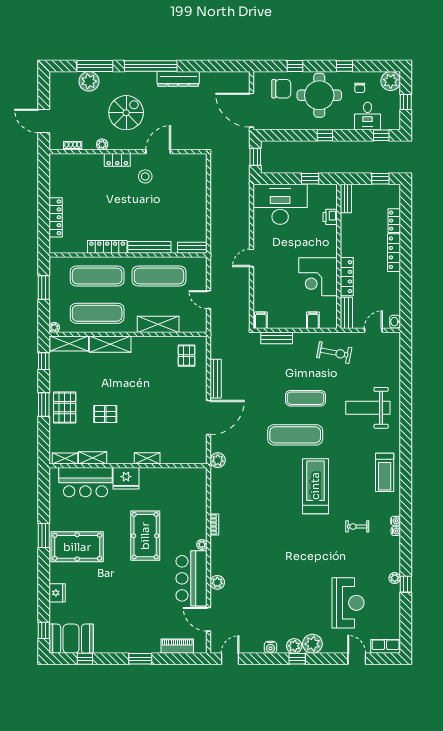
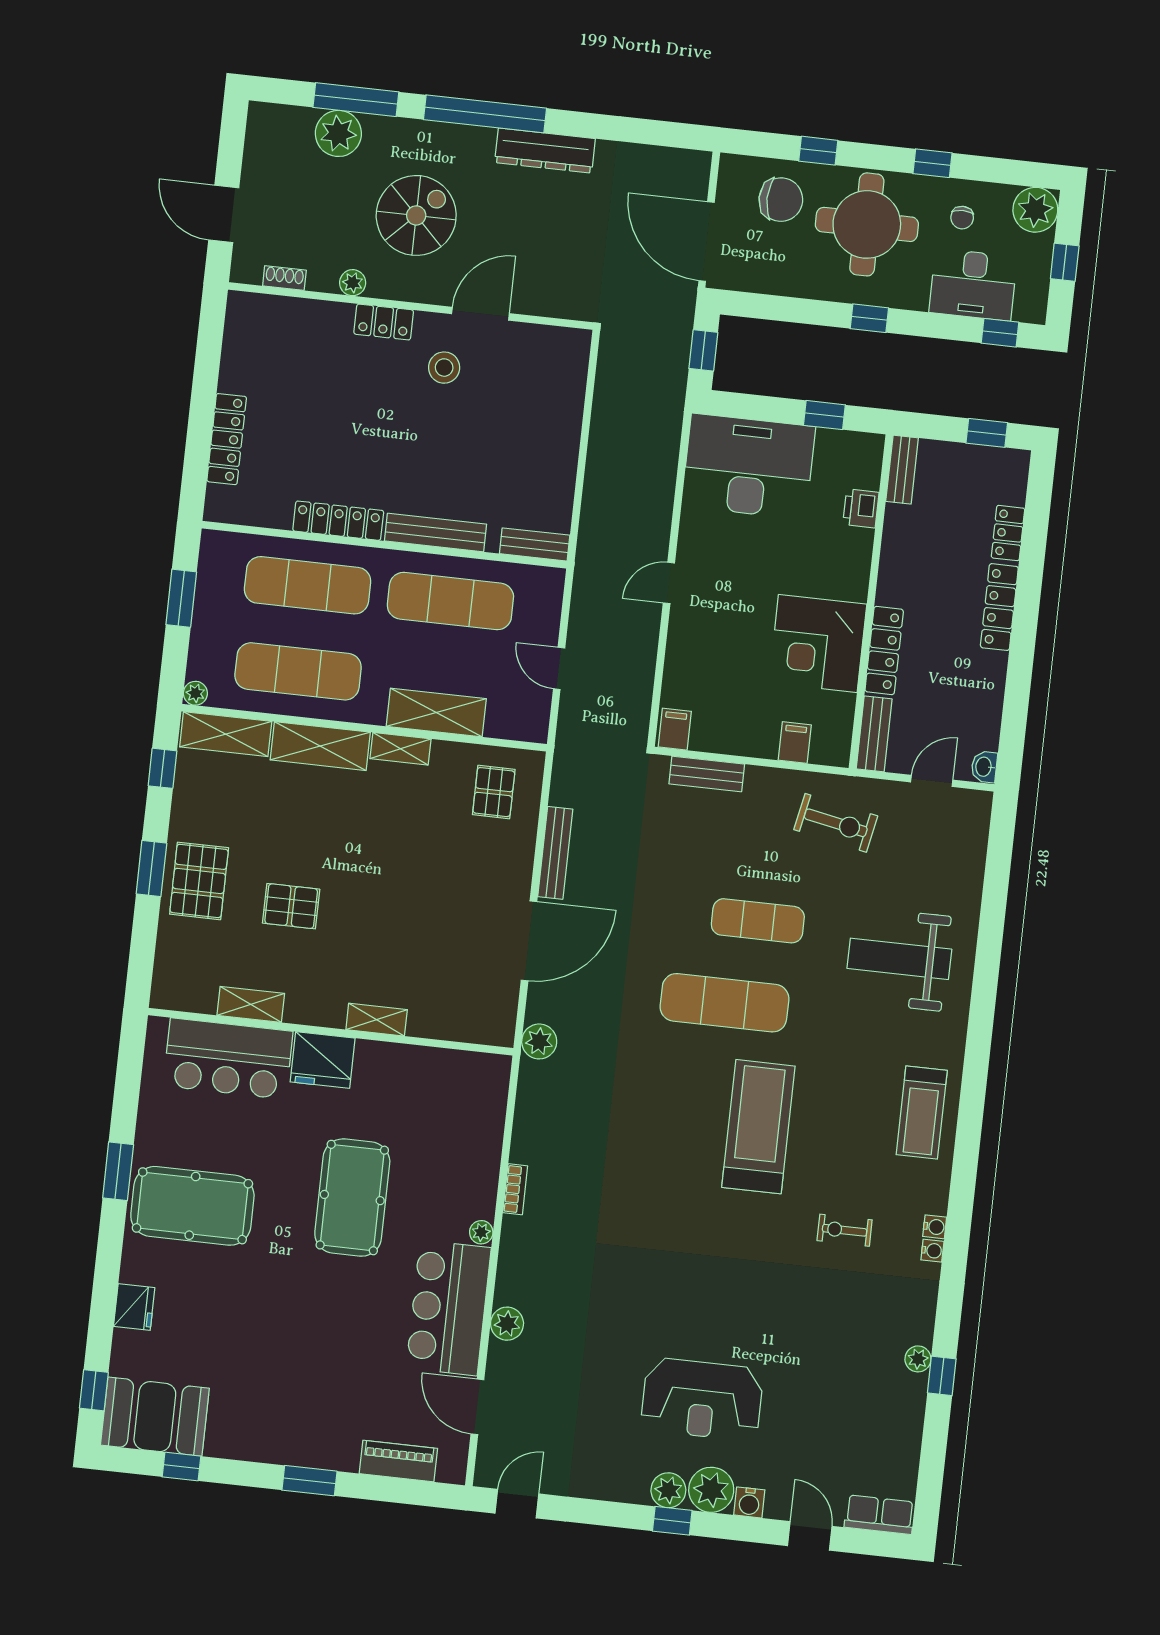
desk: (368, 116) -> (973, 285), width x1.37
shelving: (65, 458) -> (400, 749), moved
reception desk: (348, 603) -> (702, 1399), moved, turned 90
water cooler: (271, 647) -> (749, 1502), moved

